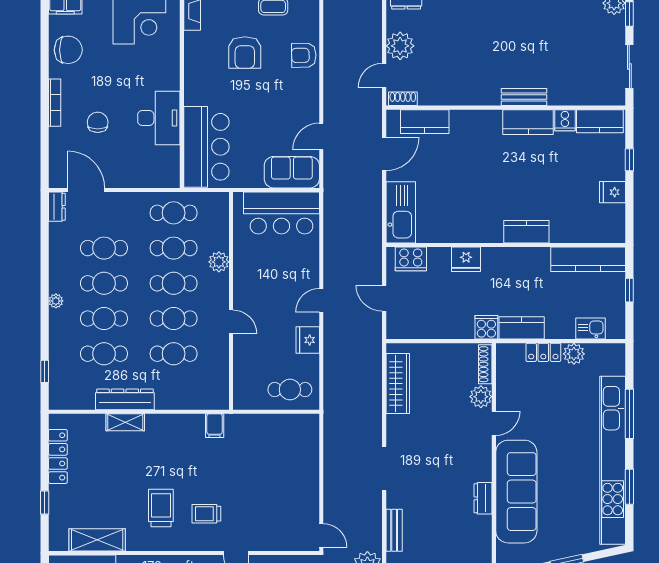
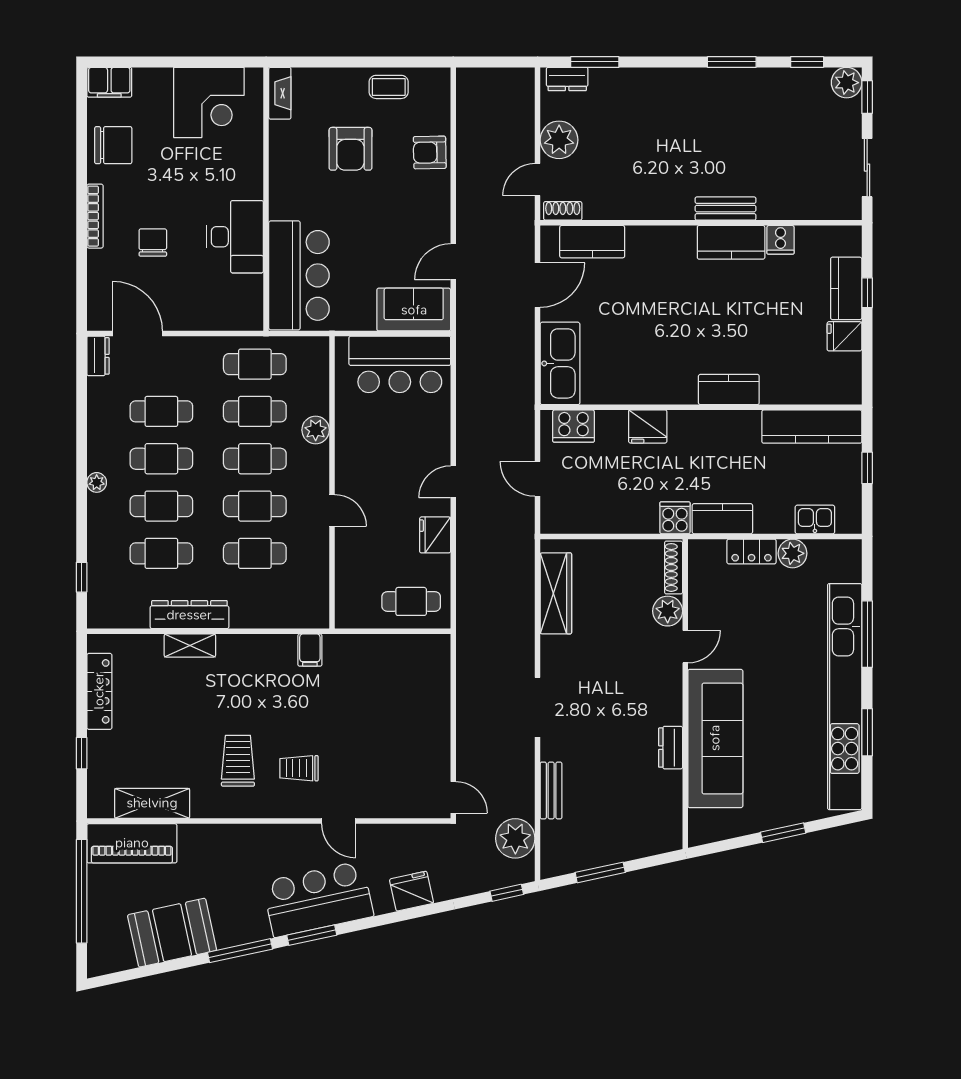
kitchen counter: (600, 121) -> (846, 288), moved, turned 90

